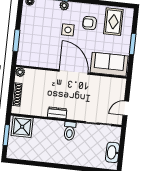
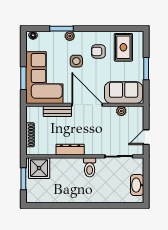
corner sofa: (36, 42) -> (44, 78), added
plant: (20, 72) -> (121, 111), moved
bench: (45, 75) -> (57, 111), added
dresser: (57, 113) -> (70, 150), width x1.44

